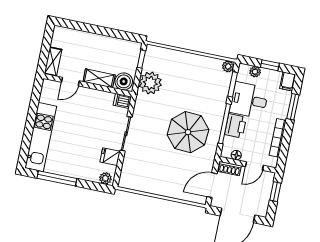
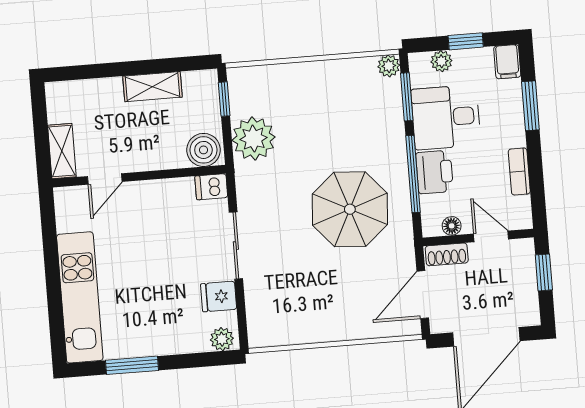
shelving: (99, 78) -> (152, 87), moved
bookcase: (278, 138) -> (519, 172), width x0.64
door: (254, 166) -> (491, 236), swing flipped
window: (57, 178) -> (132, 365), width x0.69

